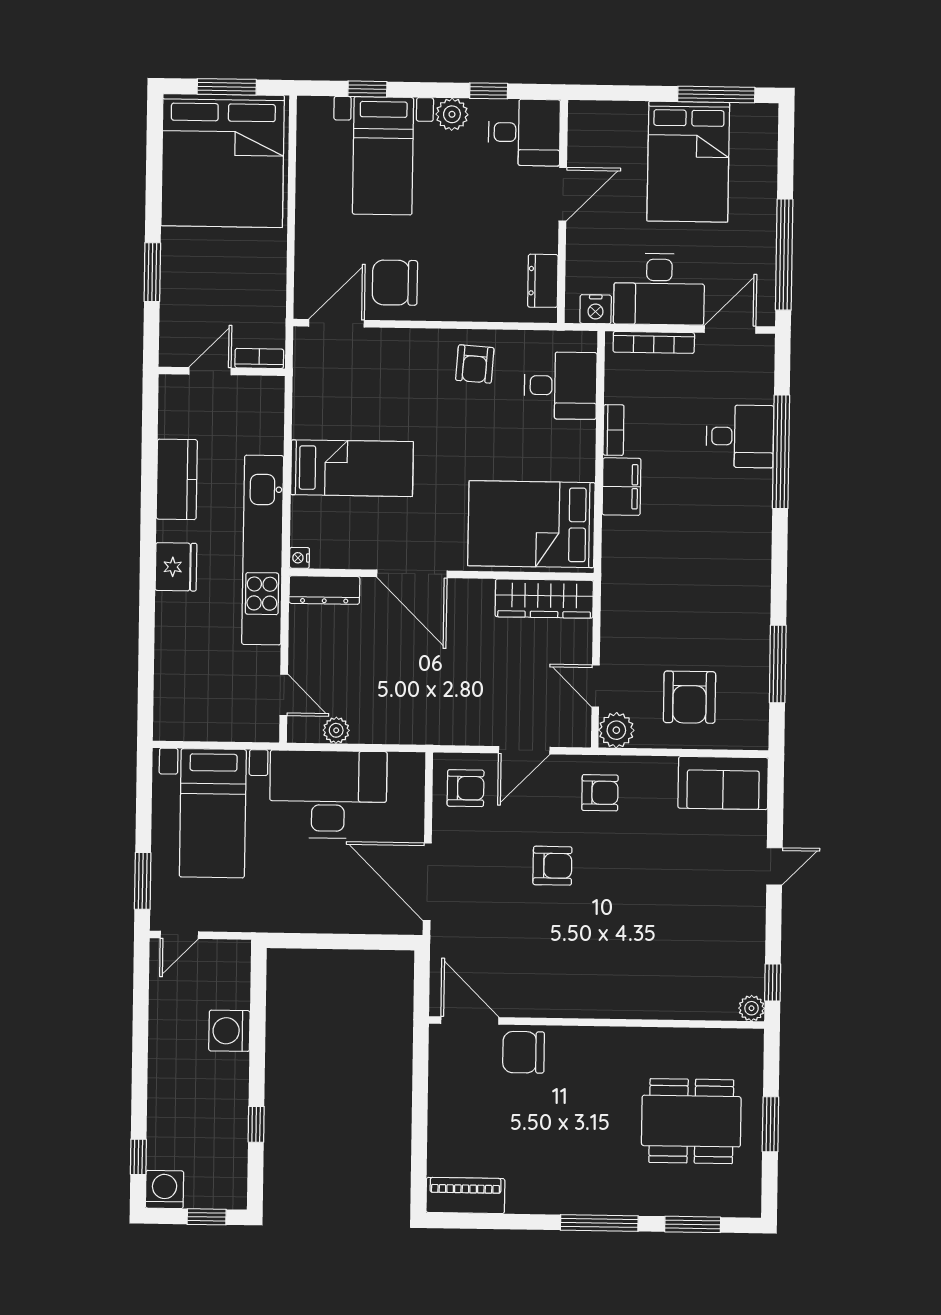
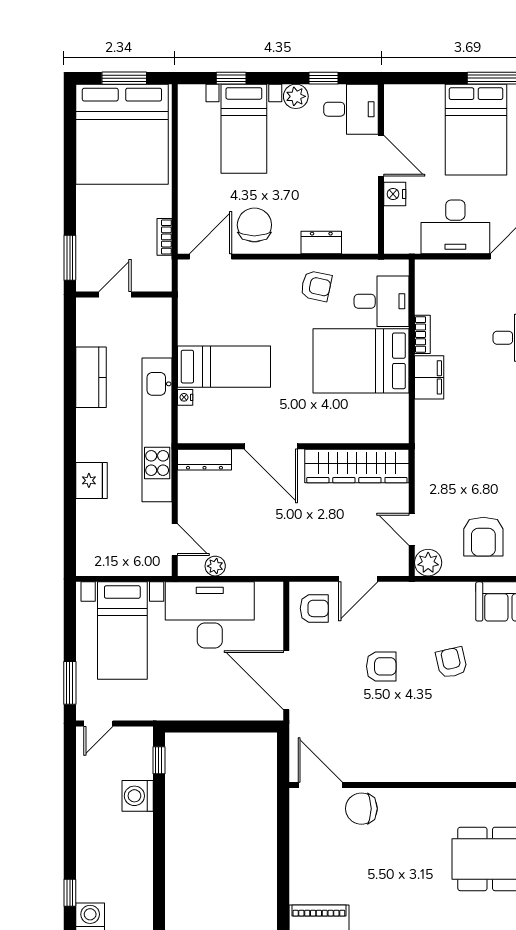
door: (563, 194) -> (381, 156), hinge flipped
window: (152, 272) -> (70, 258), moved
dresser: (543, 281) -> (321, 242), moved, turned 90
chair: (395, 283) -> (254, 225), turned 90
nightstand: (596, 309) -> (395, 194), moved, turned 90
bookcase: (654, 342) -> (452, 267), removed
bookcase: (259, 358) -> (165, 237), moved, turned -90
armchair: (475, 364) -> (316, 286), turned -82
bed: (531, 524) -> (361, 361), moved
nightstand: (299, 558) -> (185, 397), moved
fridge: (176, 567) -> (91, 480), moved
wardrobe: (544, 599) -> (357, 466), width x1.40, depth x1.17
armchair: (600, 793) -> (451, 662), moved, turned -103
window: (256, 1124) -> (159, 760), moved

